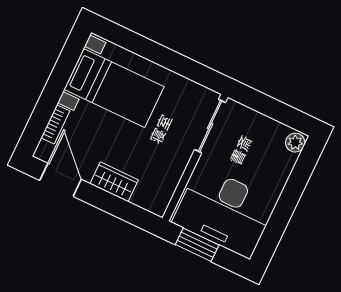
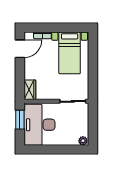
wardrobe: (114, 182) -> (30, 90), moved

